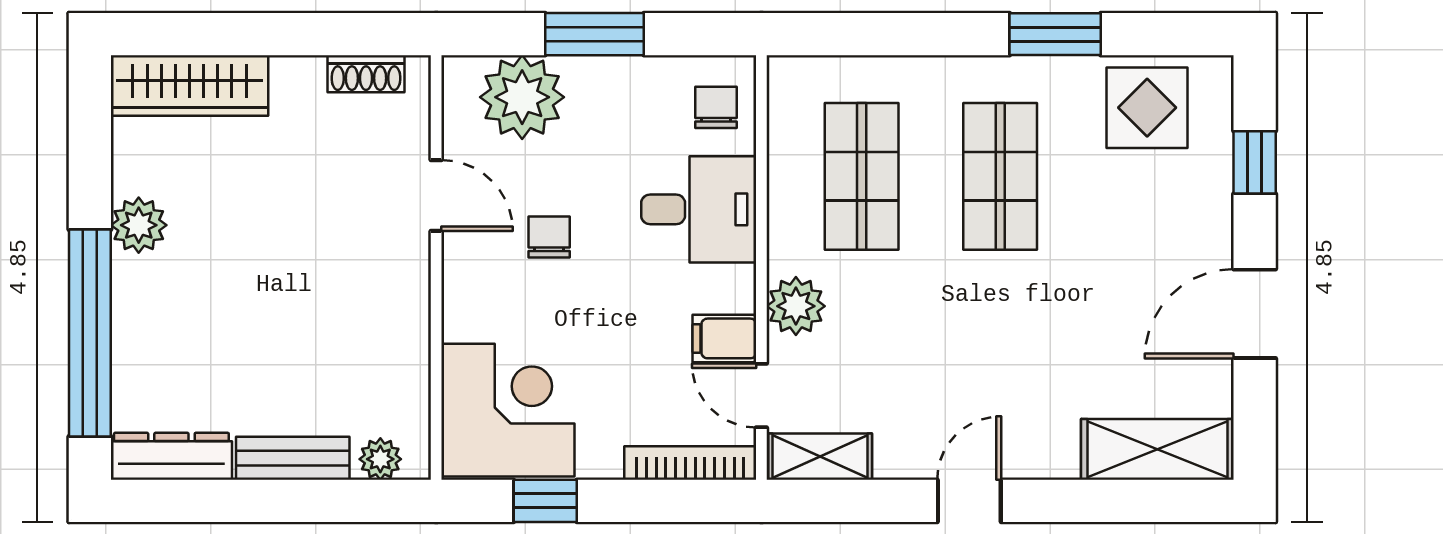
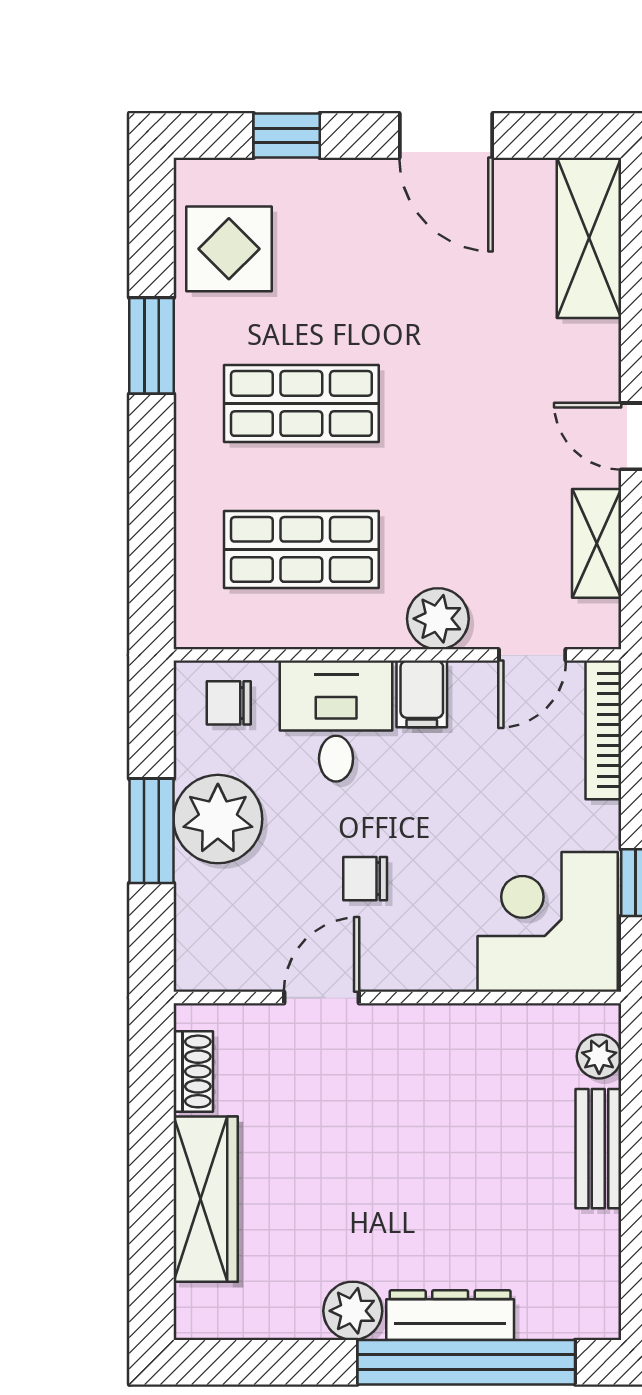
wardrobe: (190, 85) -> (206, 1199), moved
plant: (522, 97) -> (218, 819), moved
filing cabinet: (724, 338) -> (422, 694), moved
dresser: (171, 456) -> (450, 1315), moved, turned 90
shelving: (820, 457) -> (597, 543), moved

